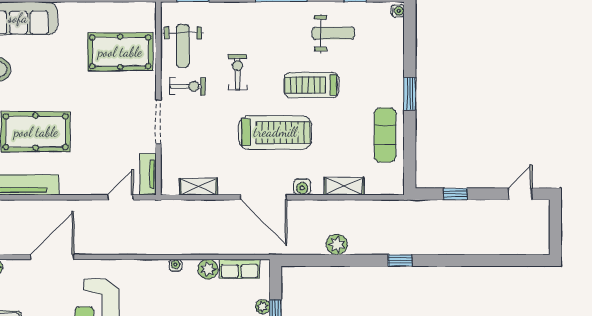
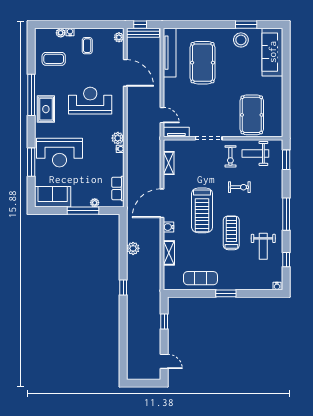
plant: (208, 269) -> (118, 138), moved

